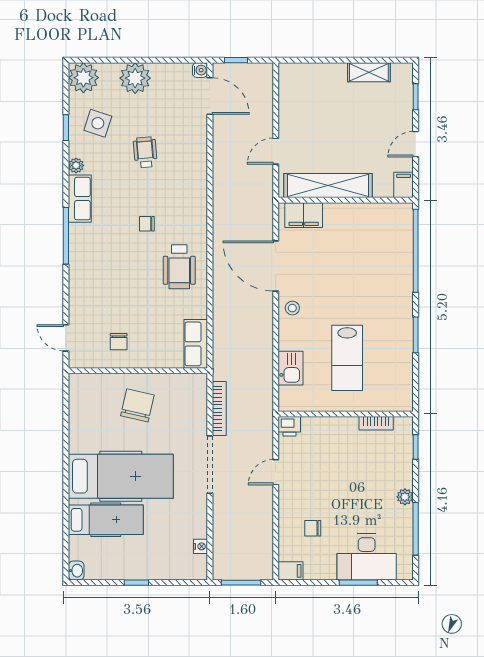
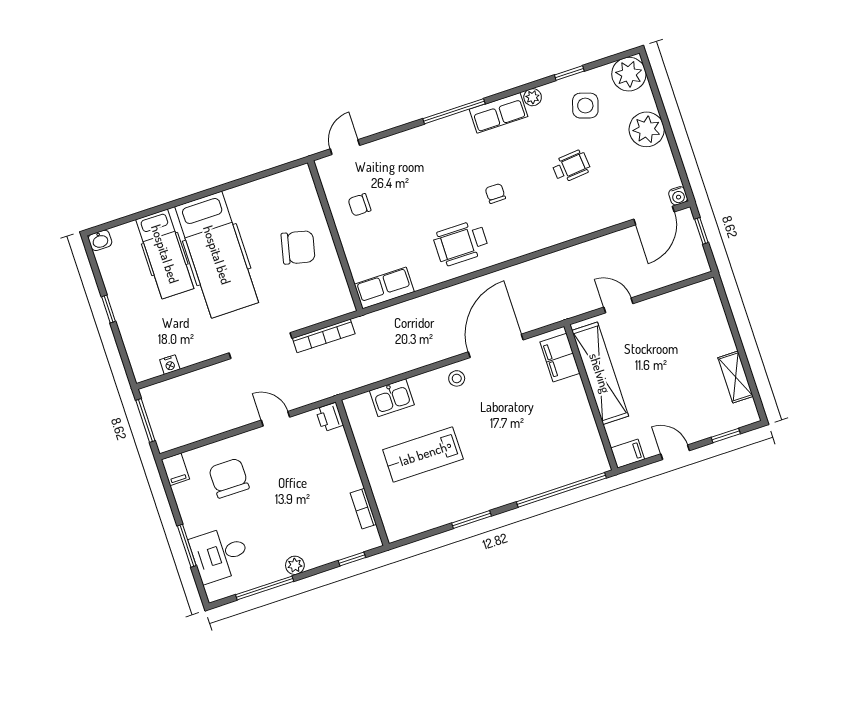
chair: (313, 528) -> (229, 478), width x1.87, depth x1.87
desk: (367, 557) -> (220, 554), width x0.73

